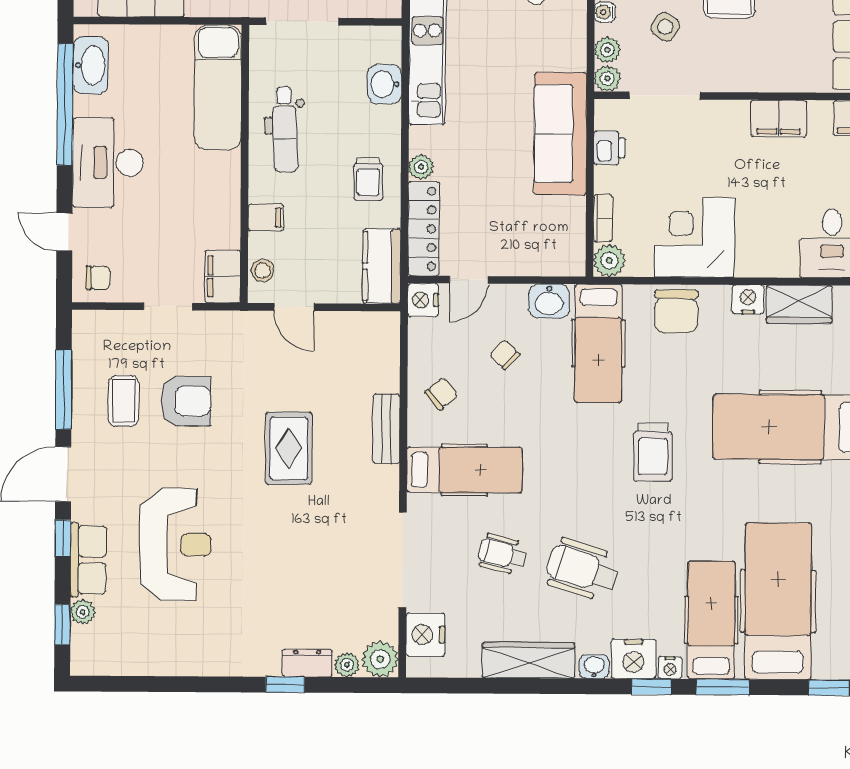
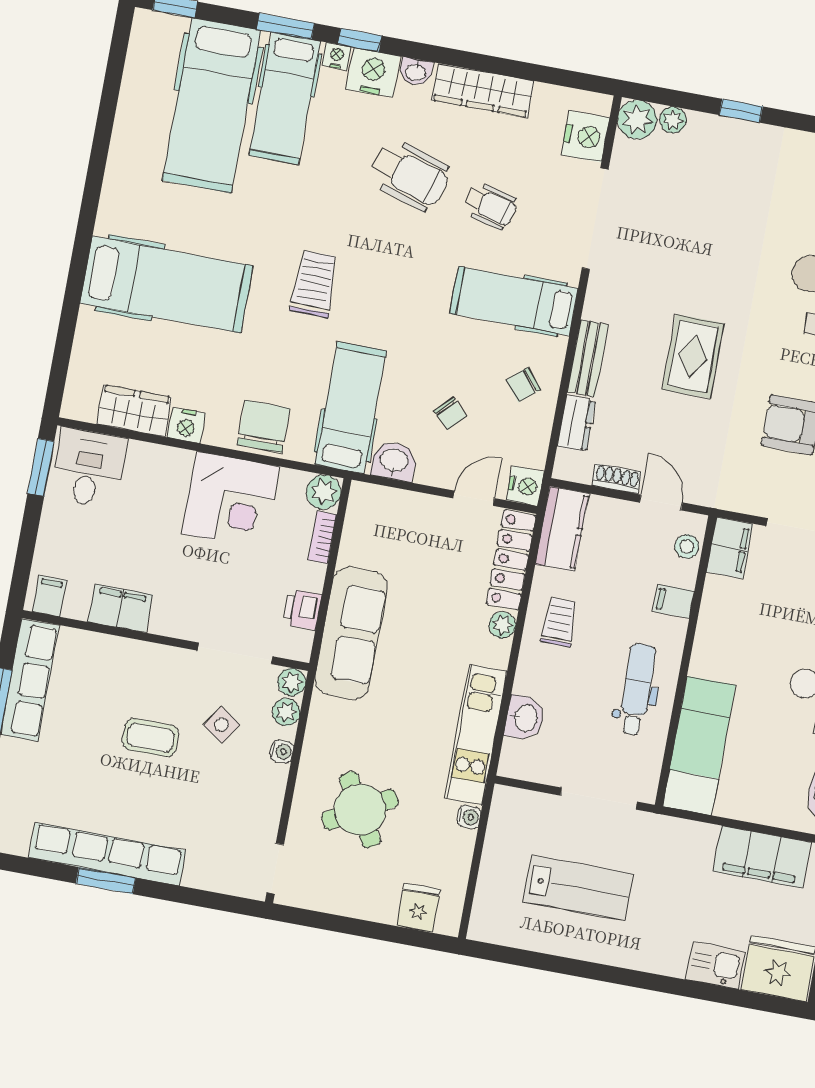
shoe rack: (339, 322) -> (617, 479), added
dresser: (307, 663) -> (576, 423), moved, turned -90

